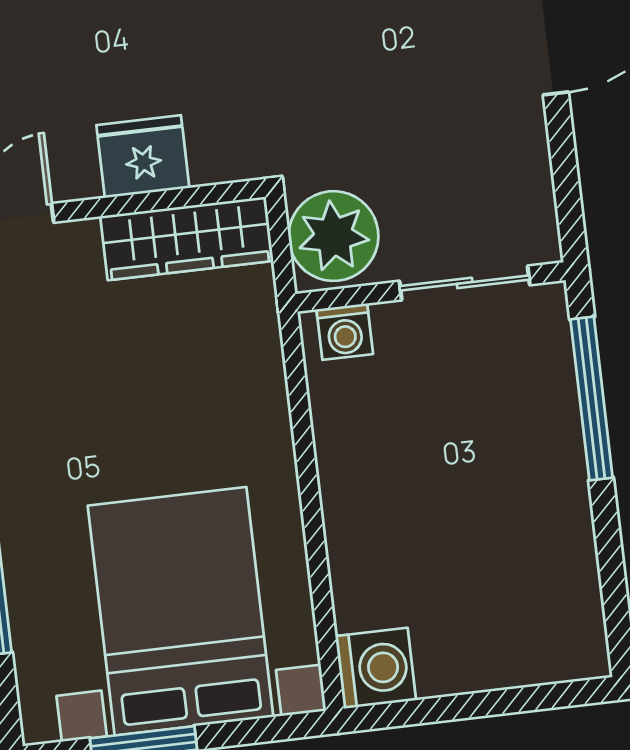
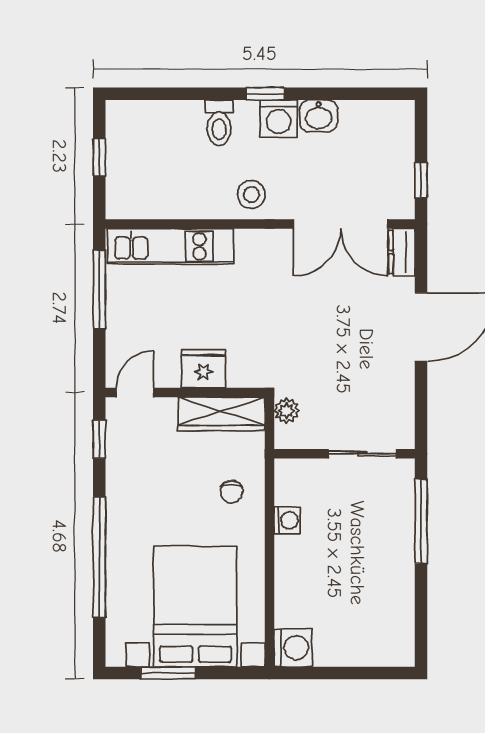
plant: (334, 236) -> (286, 411), width x0.53, depth x0.53
washing machine: (345, 332) -> (287, 520), moved, turned -90
chair: (224, 384) -> (232, 492), added

